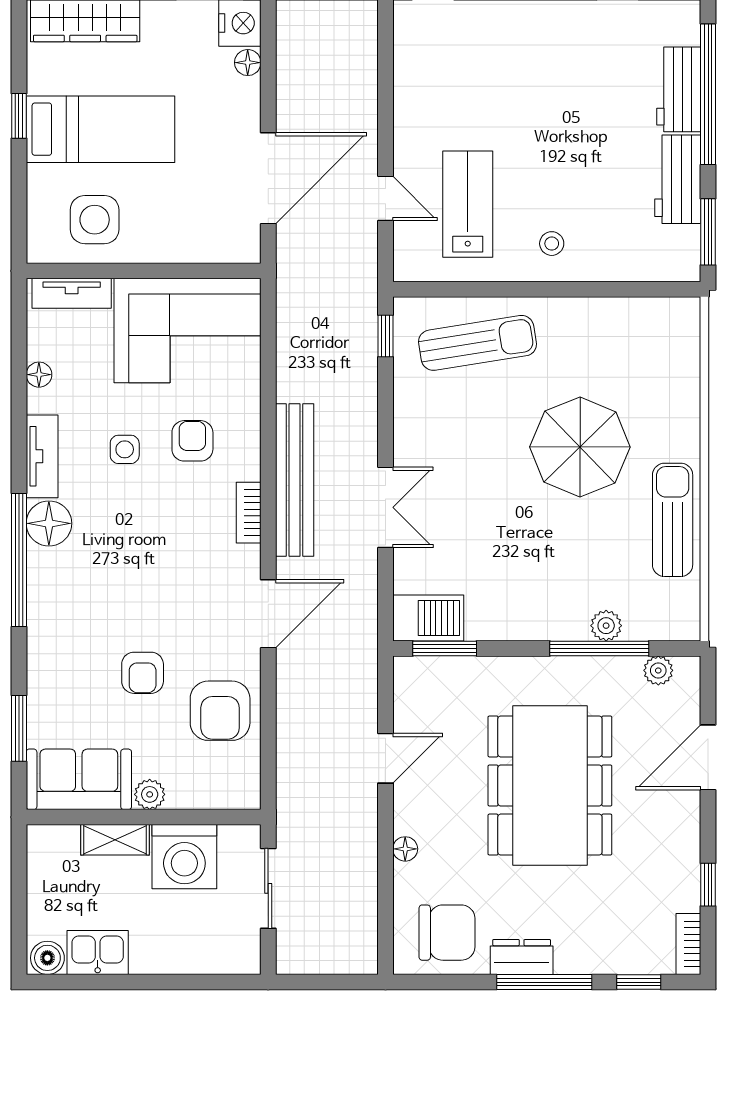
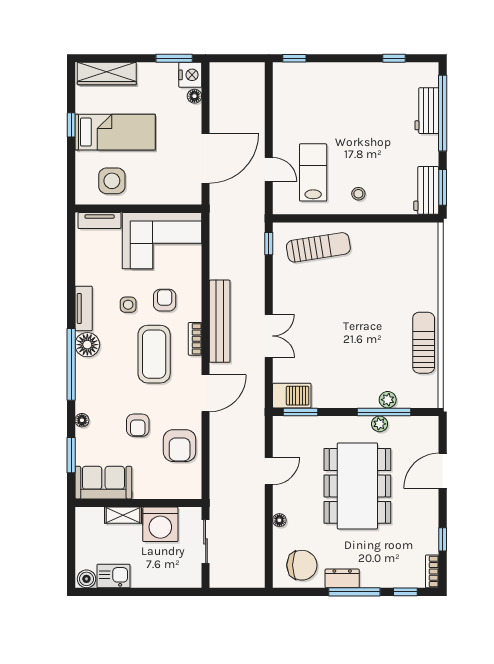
workbench: (678, 179) -> (426, 190), moved
floor lamp: (39, 375) -> (82, 420), moved
parasol: (580, 447) -> (374, 303), removed
coffee table: (173, 541) -> (154, 354), added
plant: (658, 670) -> (380, 424), moved
plant: (150, 794) -> (142, 491), removed

